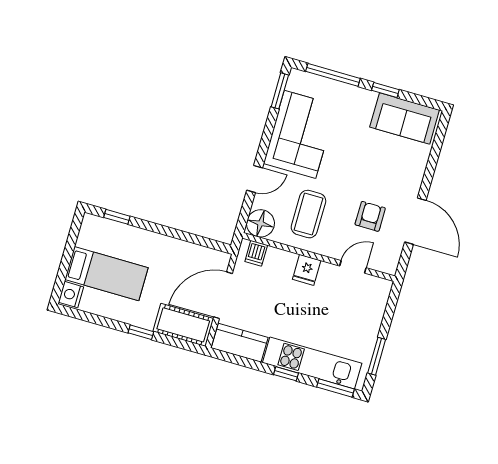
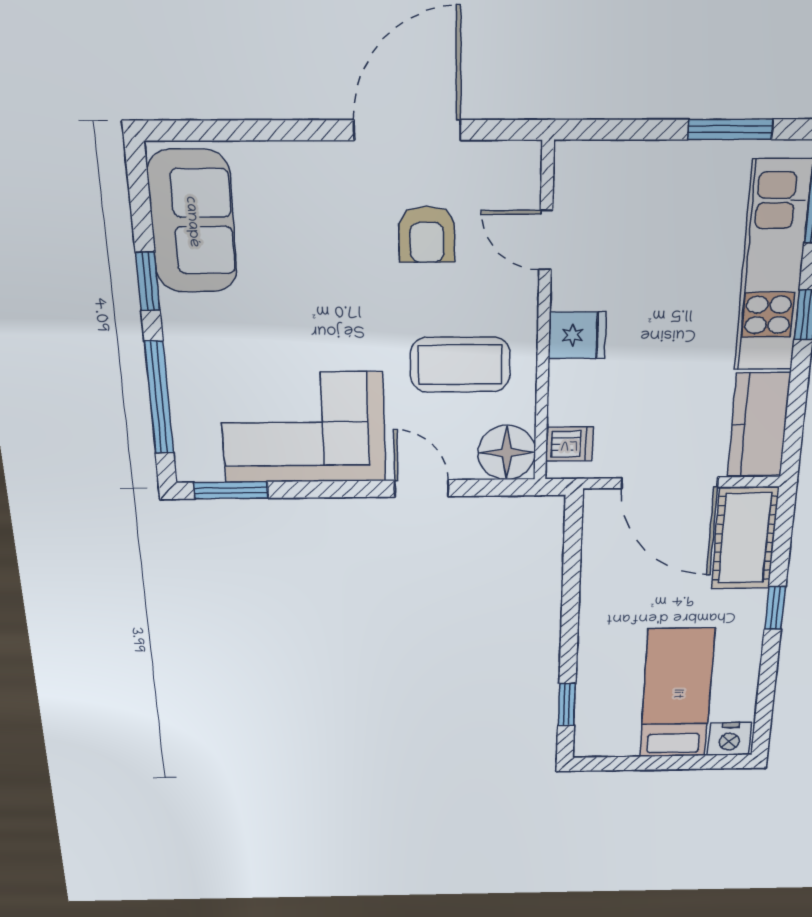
armchair: (370, 216) -> (427, 235), turned -90

